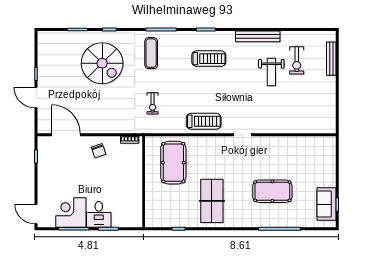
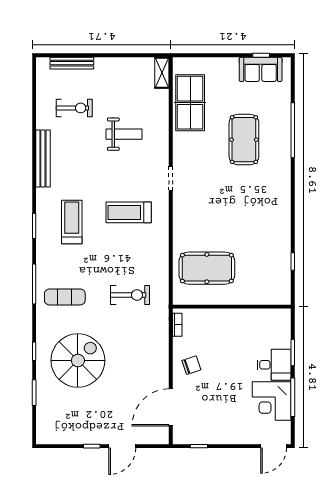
weight bench: (271, 72) -> (124, 134), moved
exercise bike: (153, 103) -> (130, 295), width x1.38, depth x1.39
treadmill: (204, 121) -> (129, 212), moved, turned -90
shelving: (324, 128) -> (162, 73), added
table tennis table: (212, 201) -> (190, 103), moved, turned 90

